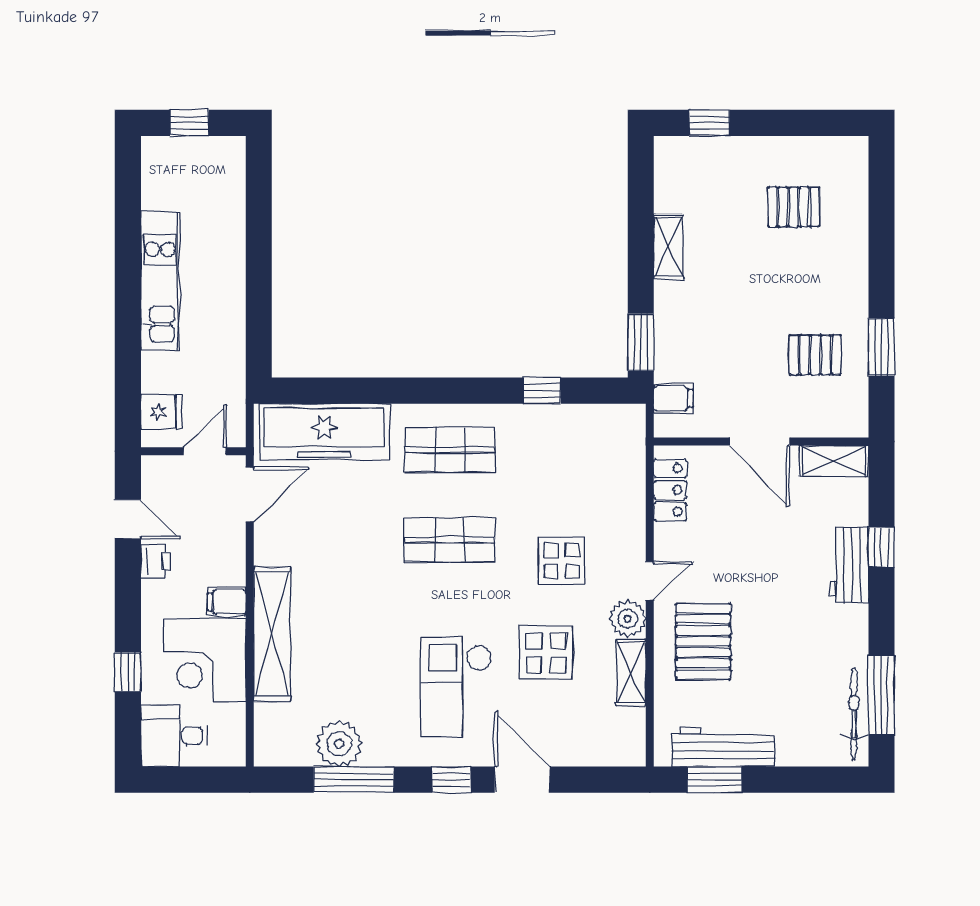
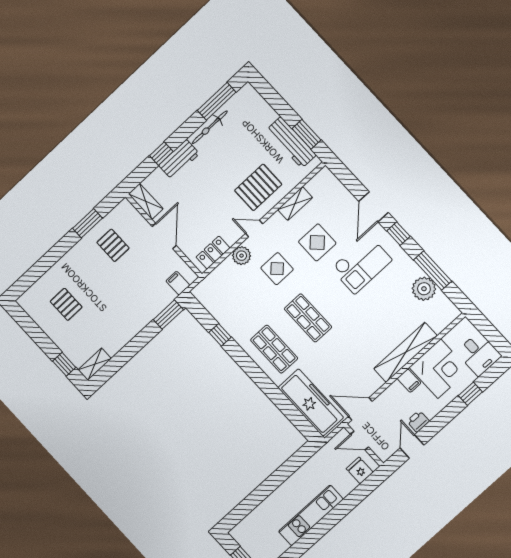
shelving: (668, 247) -> (95, 364), moved
plant: (628, 619) -> (242, 256), moved
bicycle: (854, 714) -> (210, 127), moved

